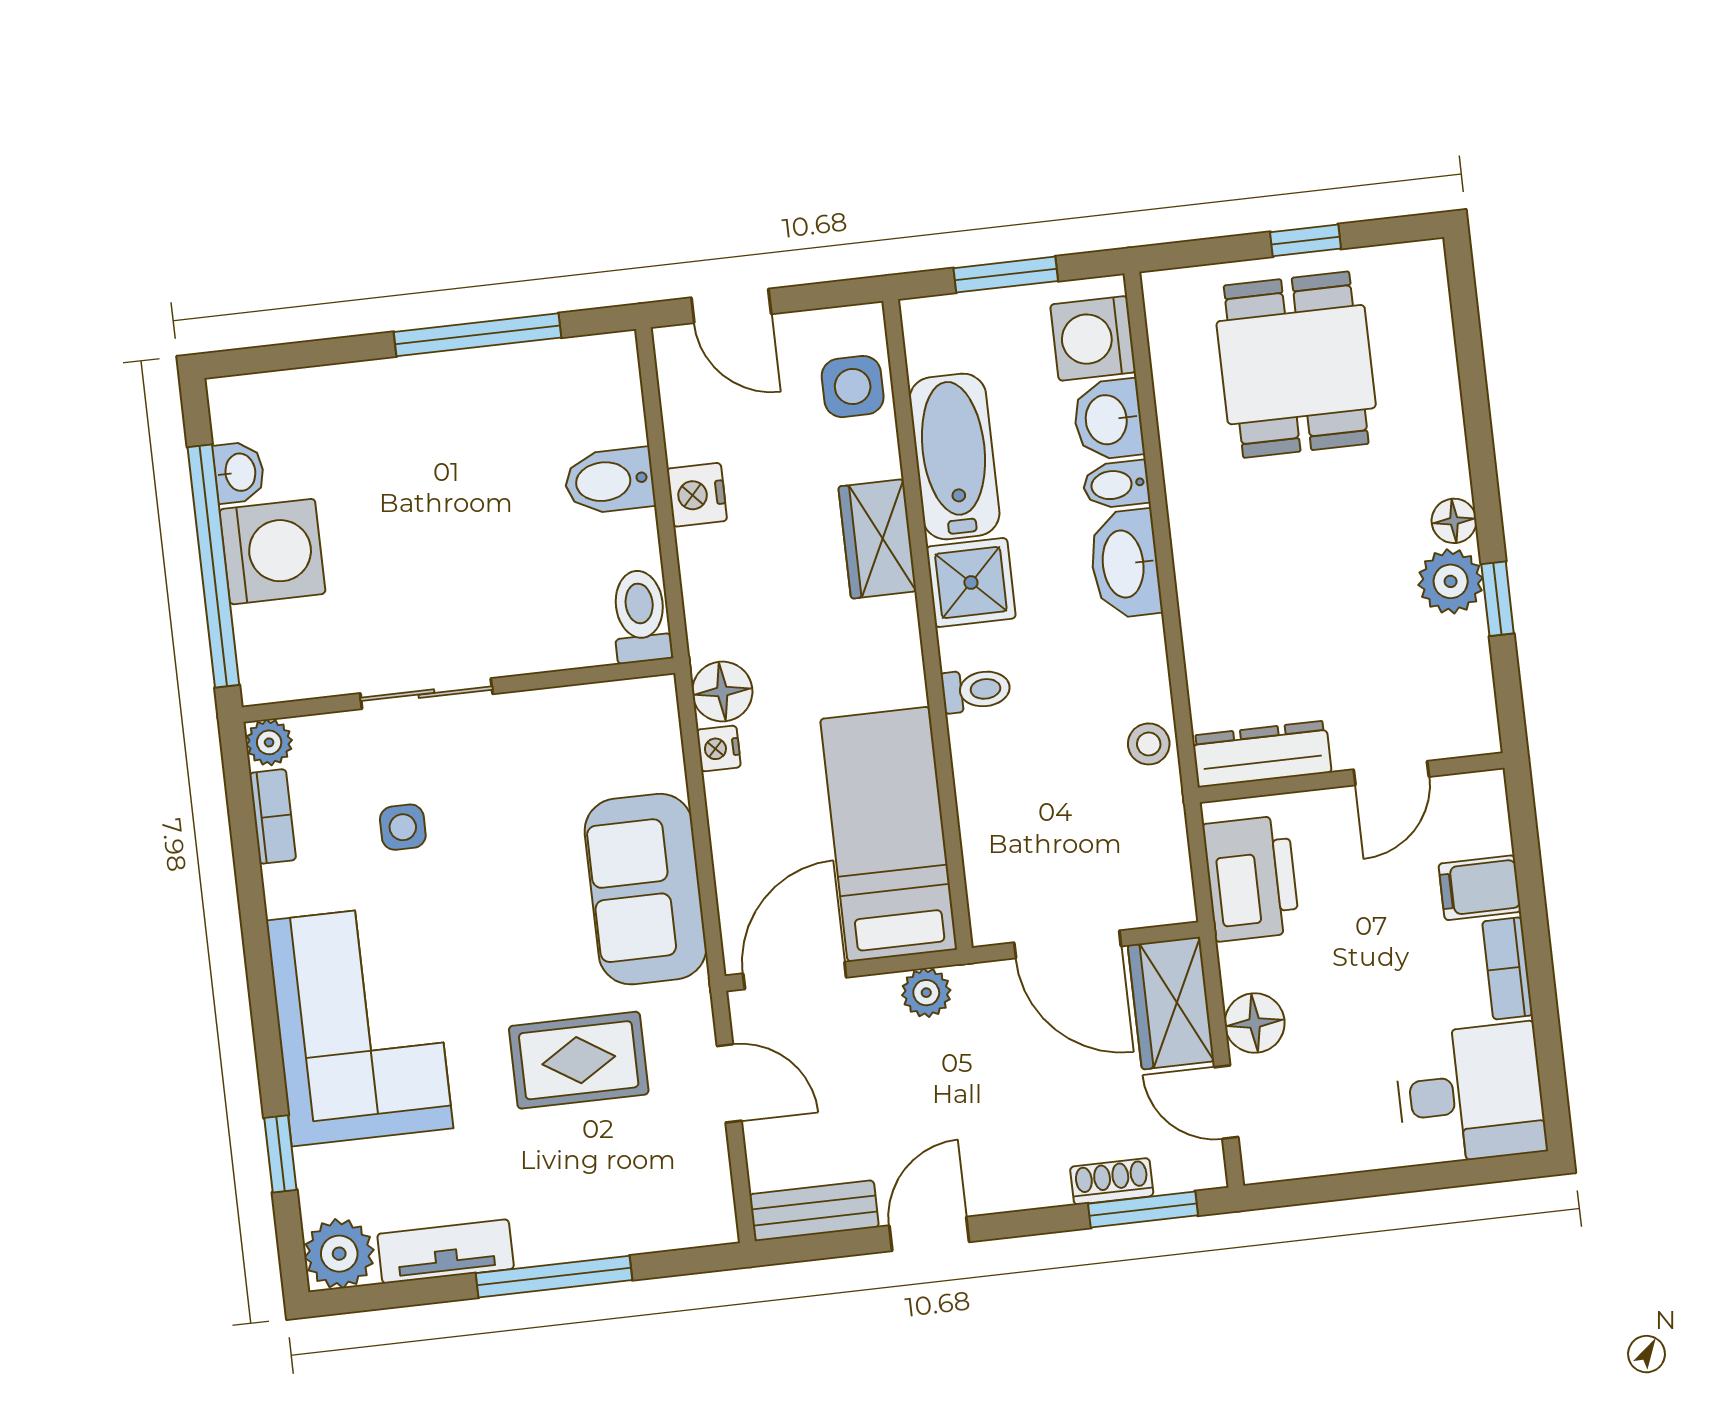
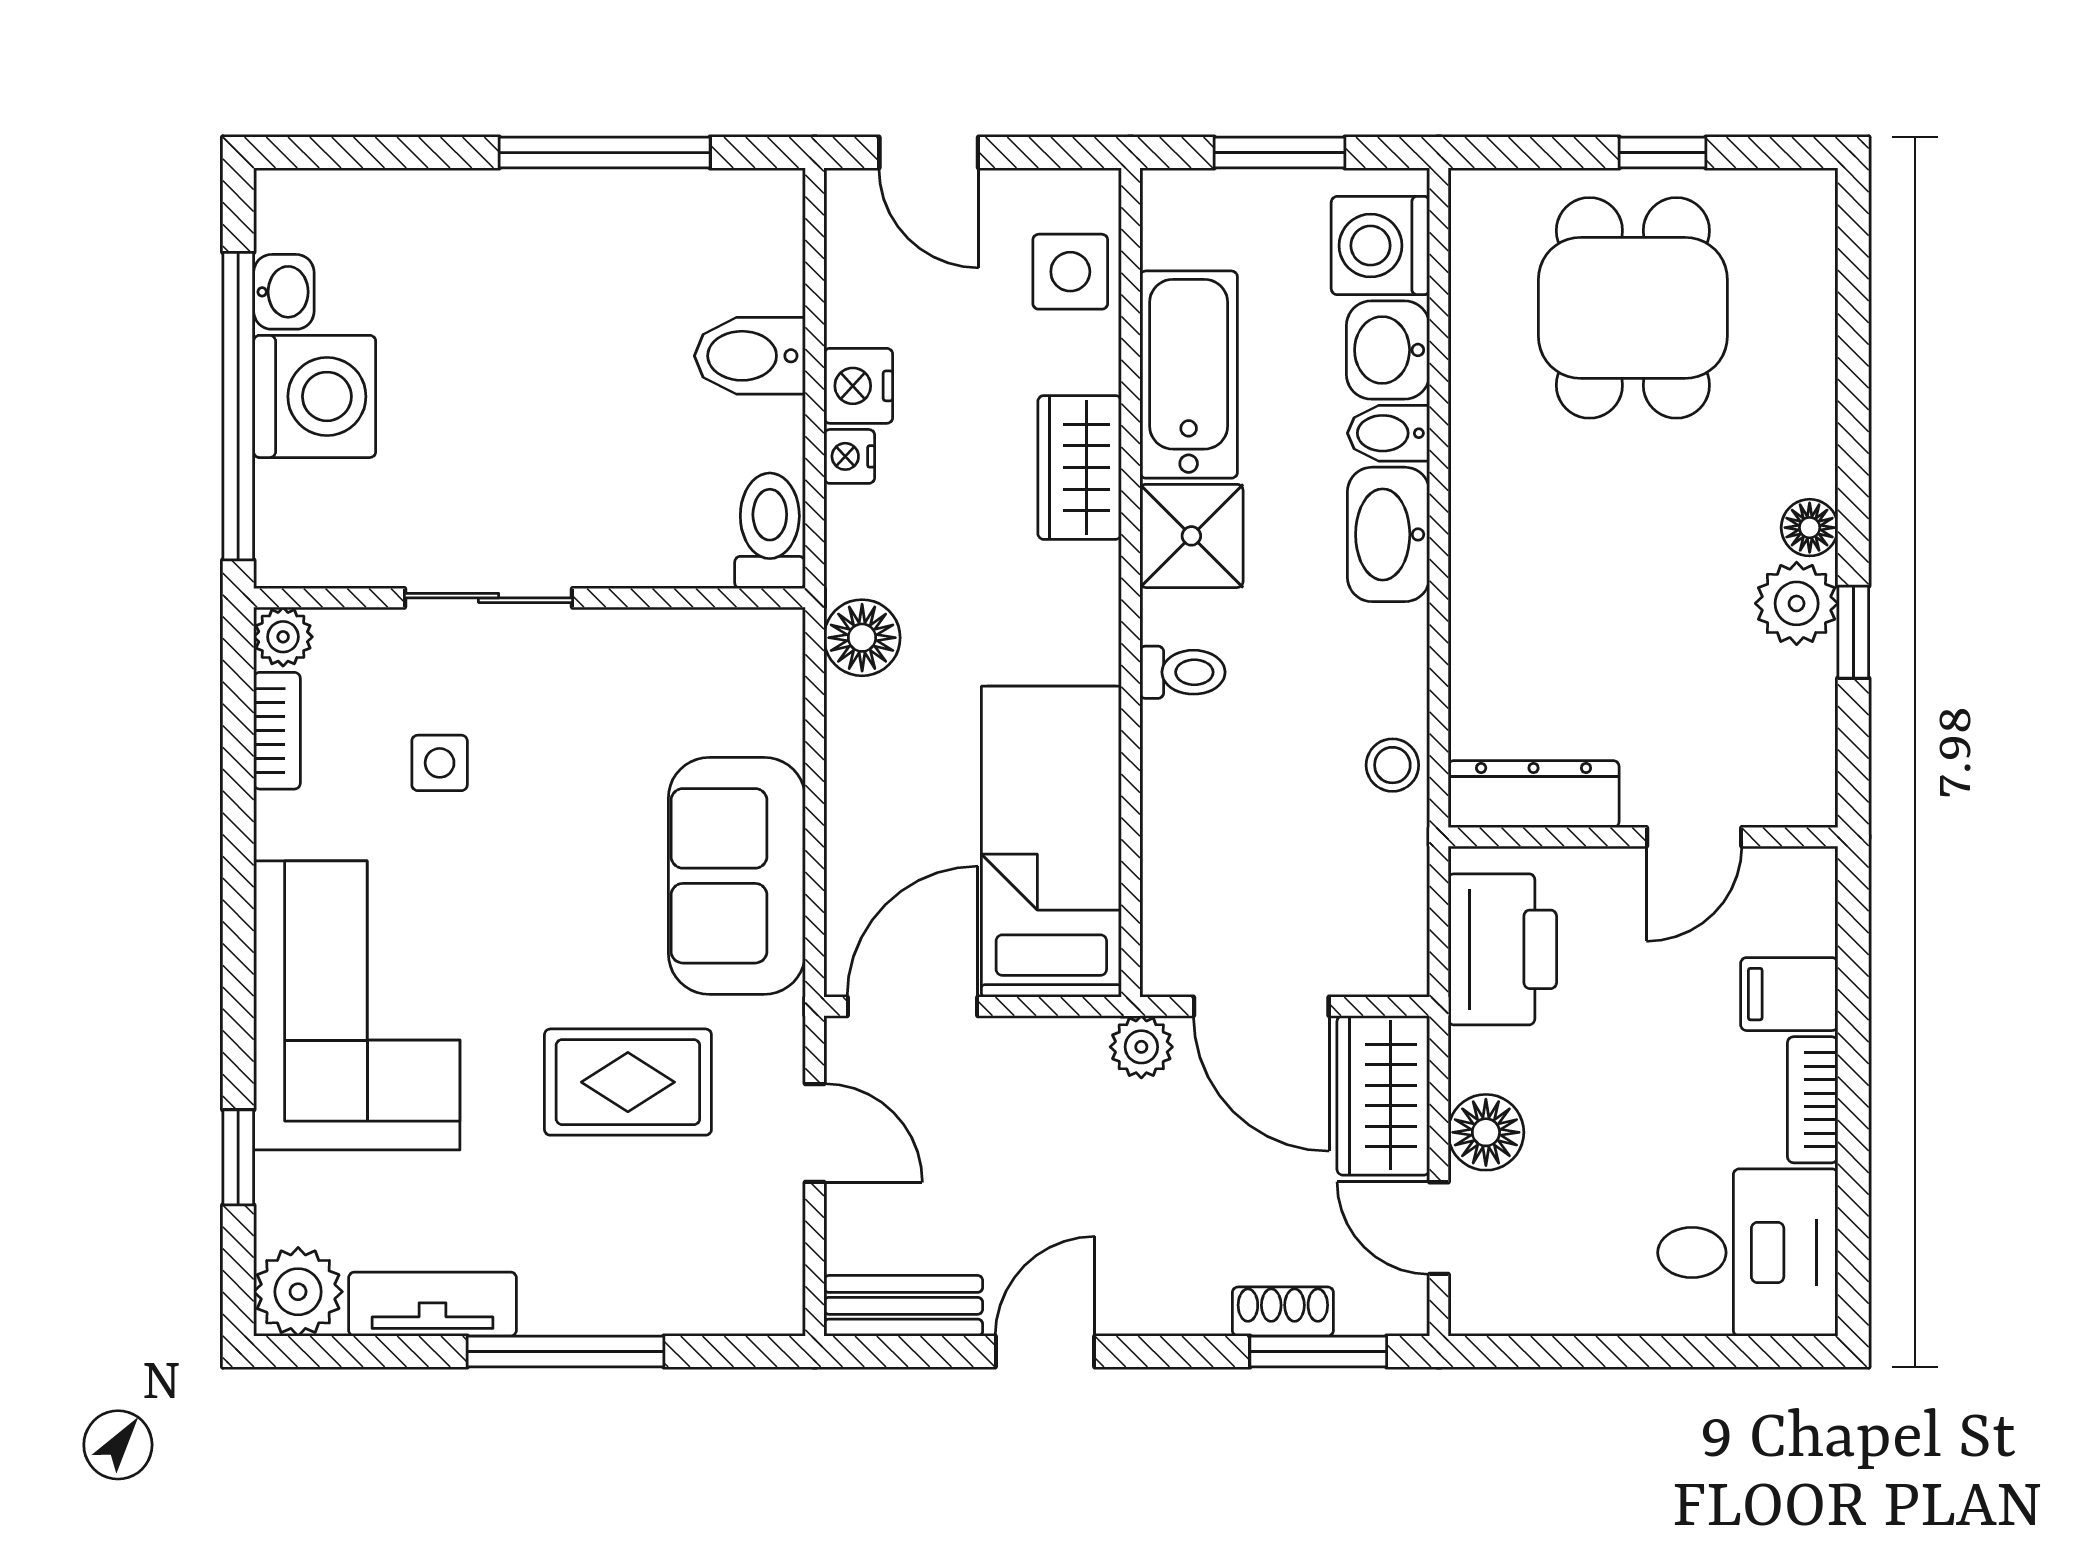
nightstand: (719, 748) -> (849, 456), moved
plant: (926, 993) -> (1141, 1047), moved

